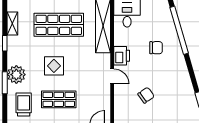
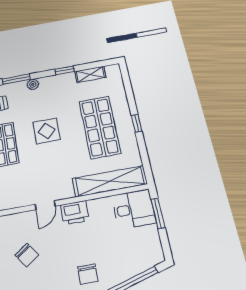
chair: (156, 48) -> (88, 274), moved
plant: (16, 75) -> (33, 84), width x0.53, depth x0.53

